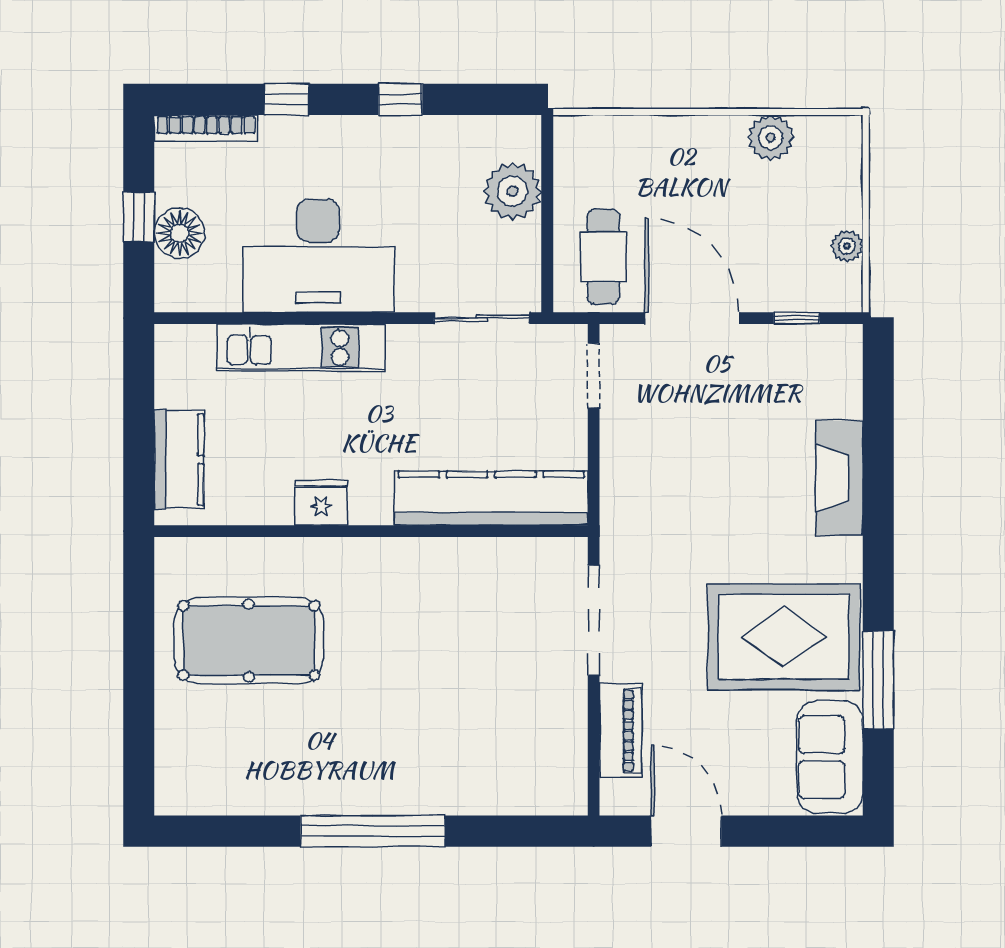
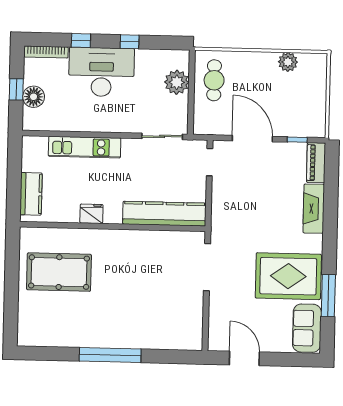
plant: (847, 246) -> (319, 109), removed
desk: (318, 256) -> (101, 72), moved, turned 180
cafe table: (603, 257) -> (214, 80), moved
piano: (620, 731) -> (316, 163), moved, turned 180

